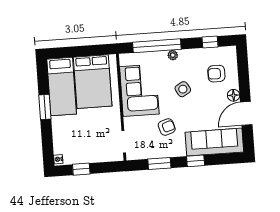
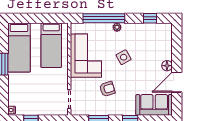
armchair: (216, 74) -> (153, 46), removed
bed: (93, 82) -> (51, 45), width x0.67
sofa: (214, 142) -> (154, 105), width x0.73

